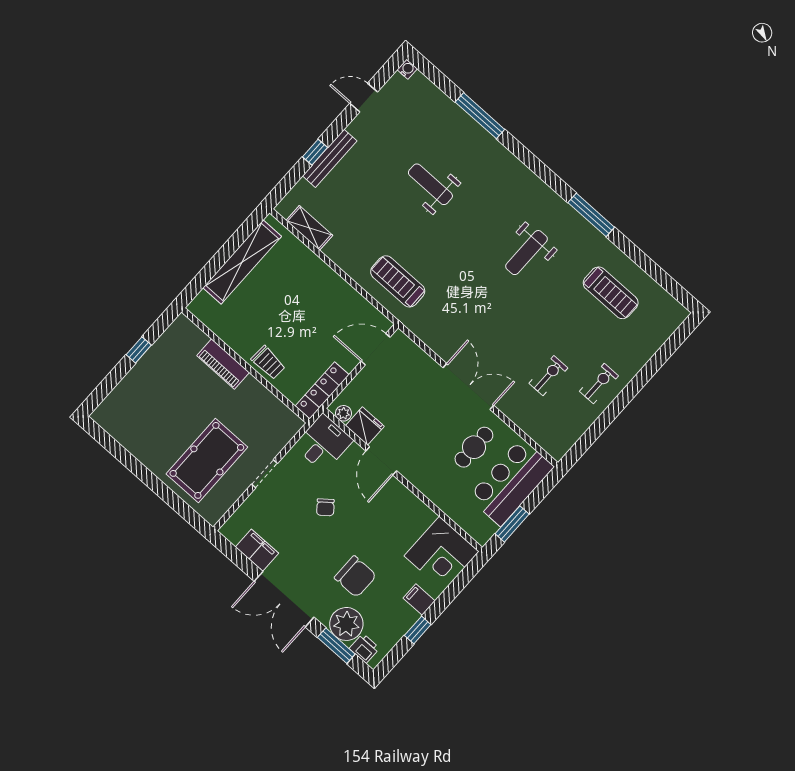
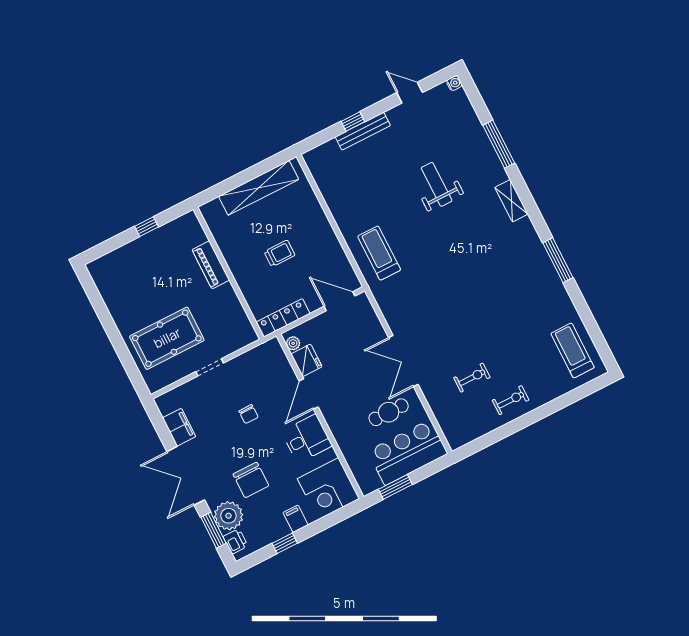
shelving: (309, 228) -> (511, 201), moved
weight bench: (526, 253) -> (493, 270), removed
treadmill: (611, 293) -> (573, 350), moved, turned 180
trolley: (268, 363) -> (279, 253), moved, turned -93
double door: (468, 386) -> (403, 361), swing flipped
desk: (323, 443) -> (307, 439), moved
chair: (325, 507) -> (248, 414), turned -51

